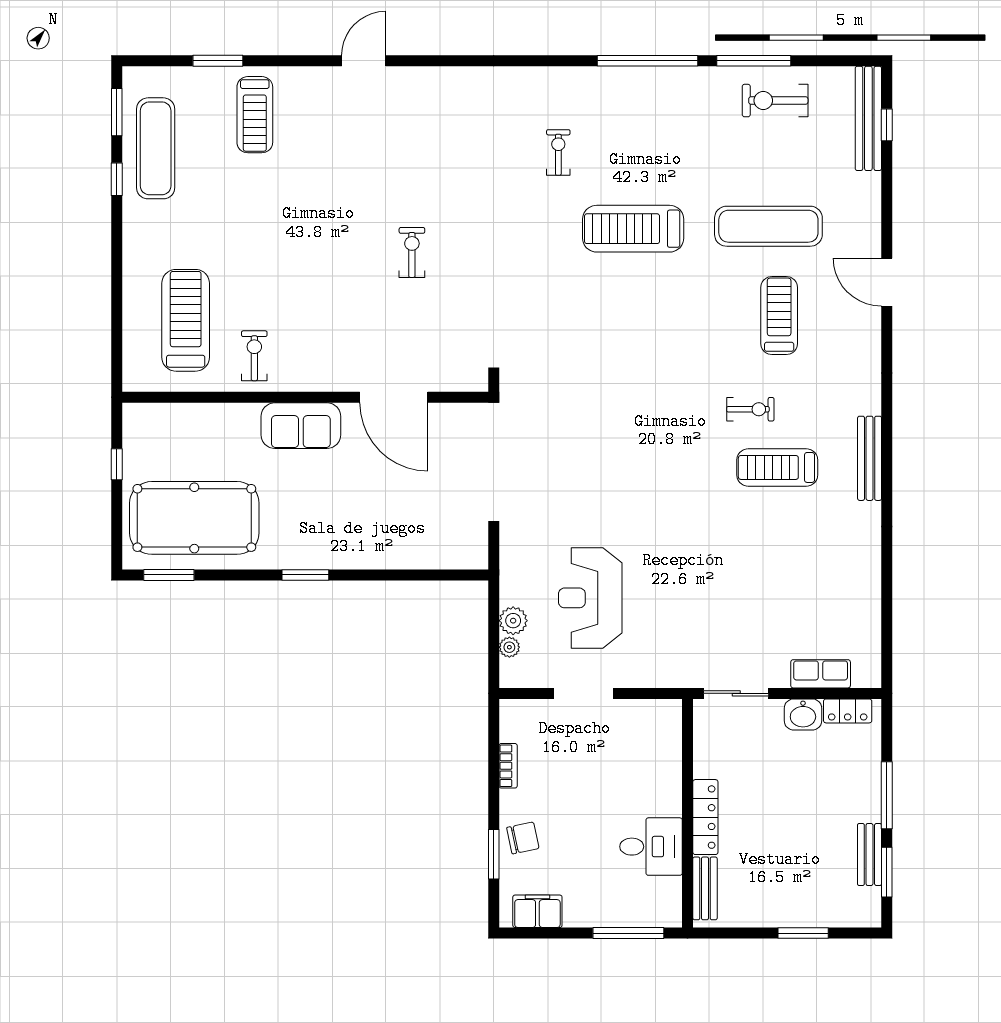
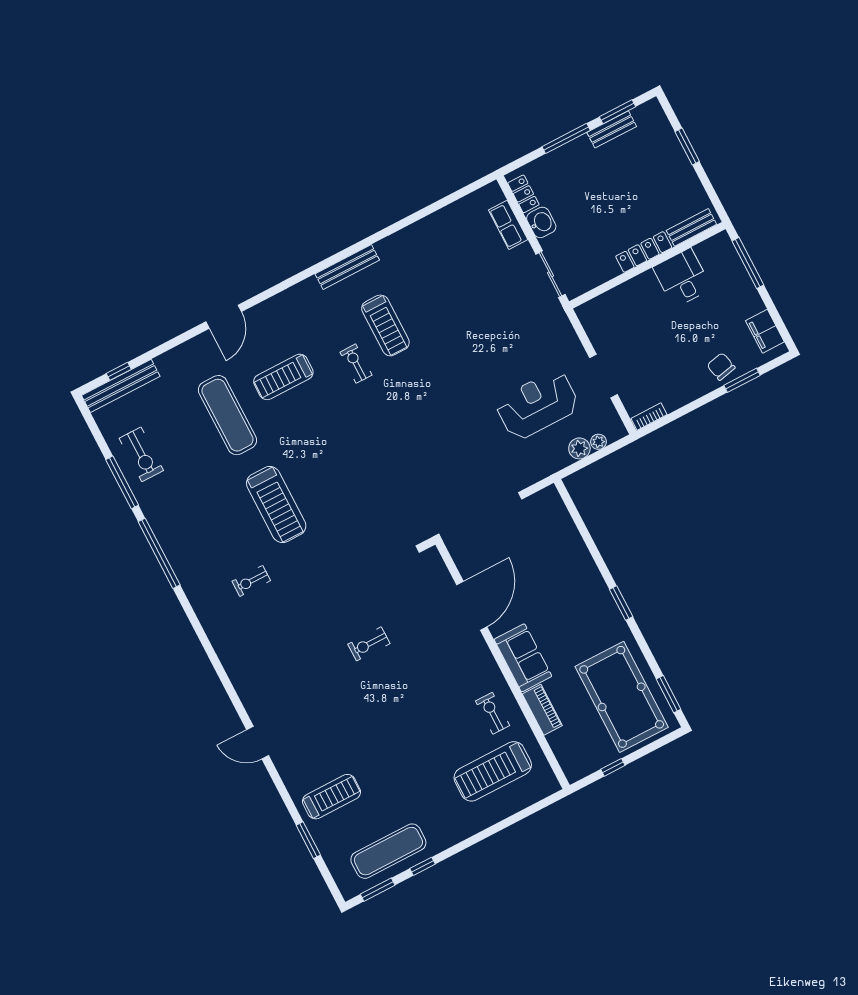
exercise bike: (254, 356) -> (493, 713), turned 90
piano: (228, 417) -> (542, 710), added
reception desk: (590, 598) -> (537, 405), turned 180
bookcase: (508, 766) -> (649, 416), moved

